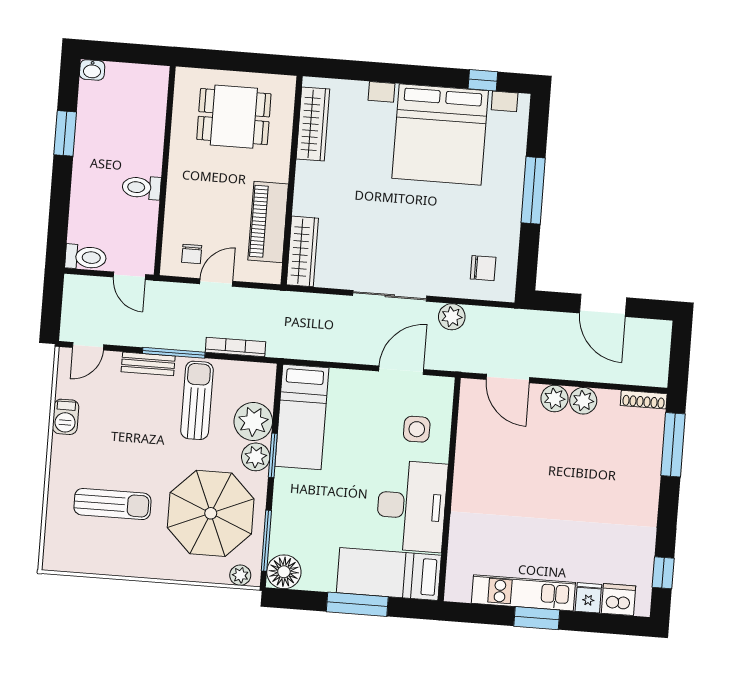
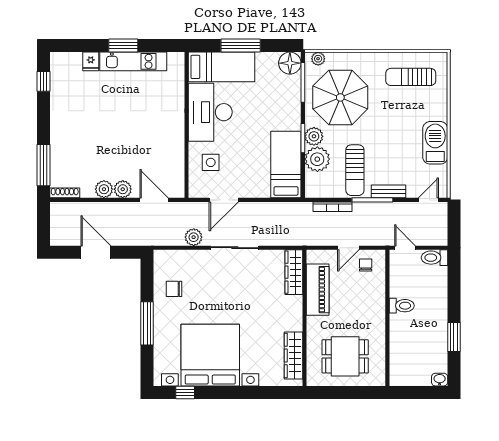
chair: (483, 268) -> (174, 289), moved
barbecue: (66, 417) -> (435, 143), width x1.88, depth x1.53
sun lounger: (112, 504) -> (411, 77), moved
dishwasher: (618, 600) -> (71, 62), removed

